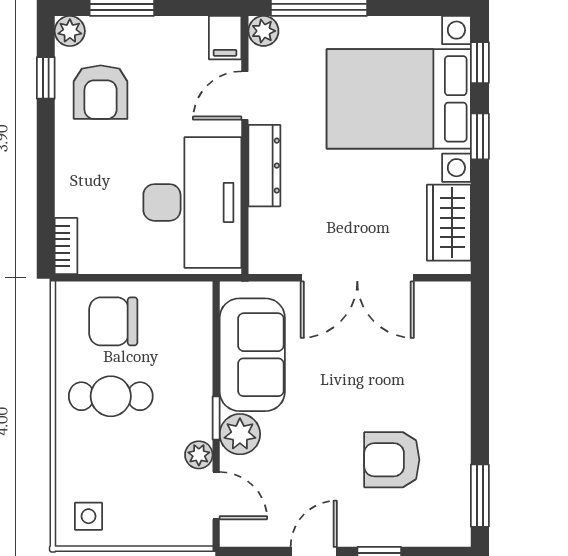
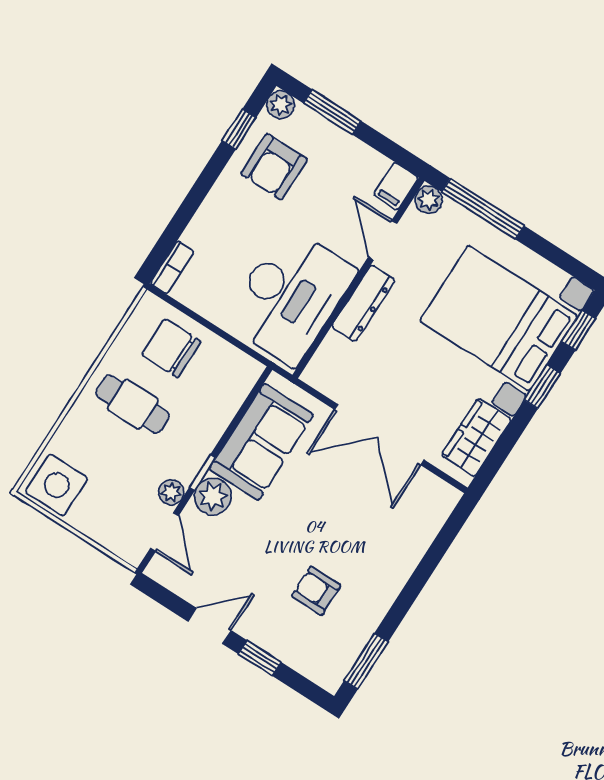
door: (245, 96) -> (383, 240), hinge flipped
armchair: (392, 460) -> (316, 591), width x0.72, depth x0.72
side table: (88, 516) -> (57, 485), width x1.87, depth x1.87

